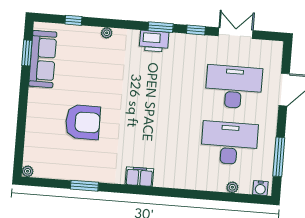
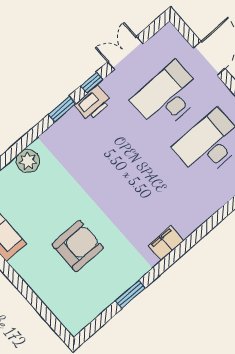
plant: (107, 33) -> (28, 161), width x1.87, depth x1.87
printer: (154, 41) -> (93, 103), moved
plant: (28, 171) -> (74, 329), removed

